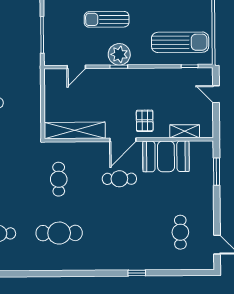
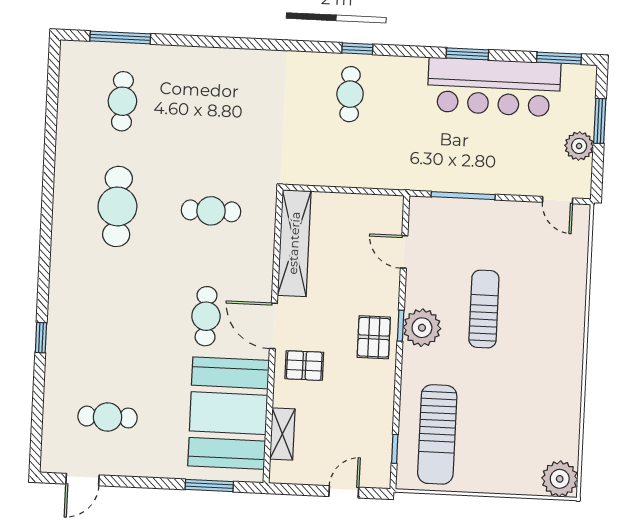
pallet: (126, 82) -> (374, 337), added
booth: (166, 156) -> (228, 413), width x1.36, depth x1.42

